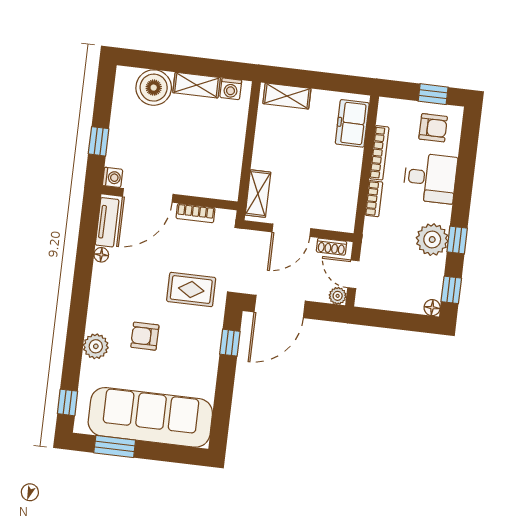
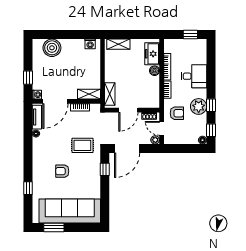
shelving: (197, 85) -> (89, 94), moved
armchair: (433, 128) -> (177, 113), moved
boiler: (353, 158) -> (155, 71), added
plant: (96, 346) -> (39, 179), removed
window: (67, 402) -> (28, 188), moved

